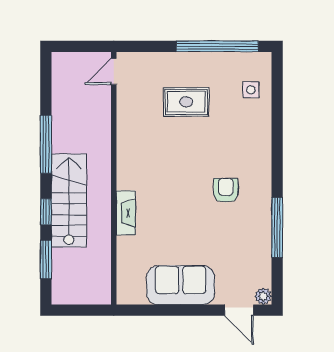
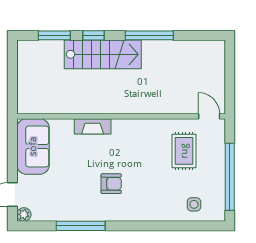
door: (114, 72) -> (209, 116), moved
wall: (114, 178) -> (121, 116), moved
fireplace: (126, 213) -> (93, 126), moved

